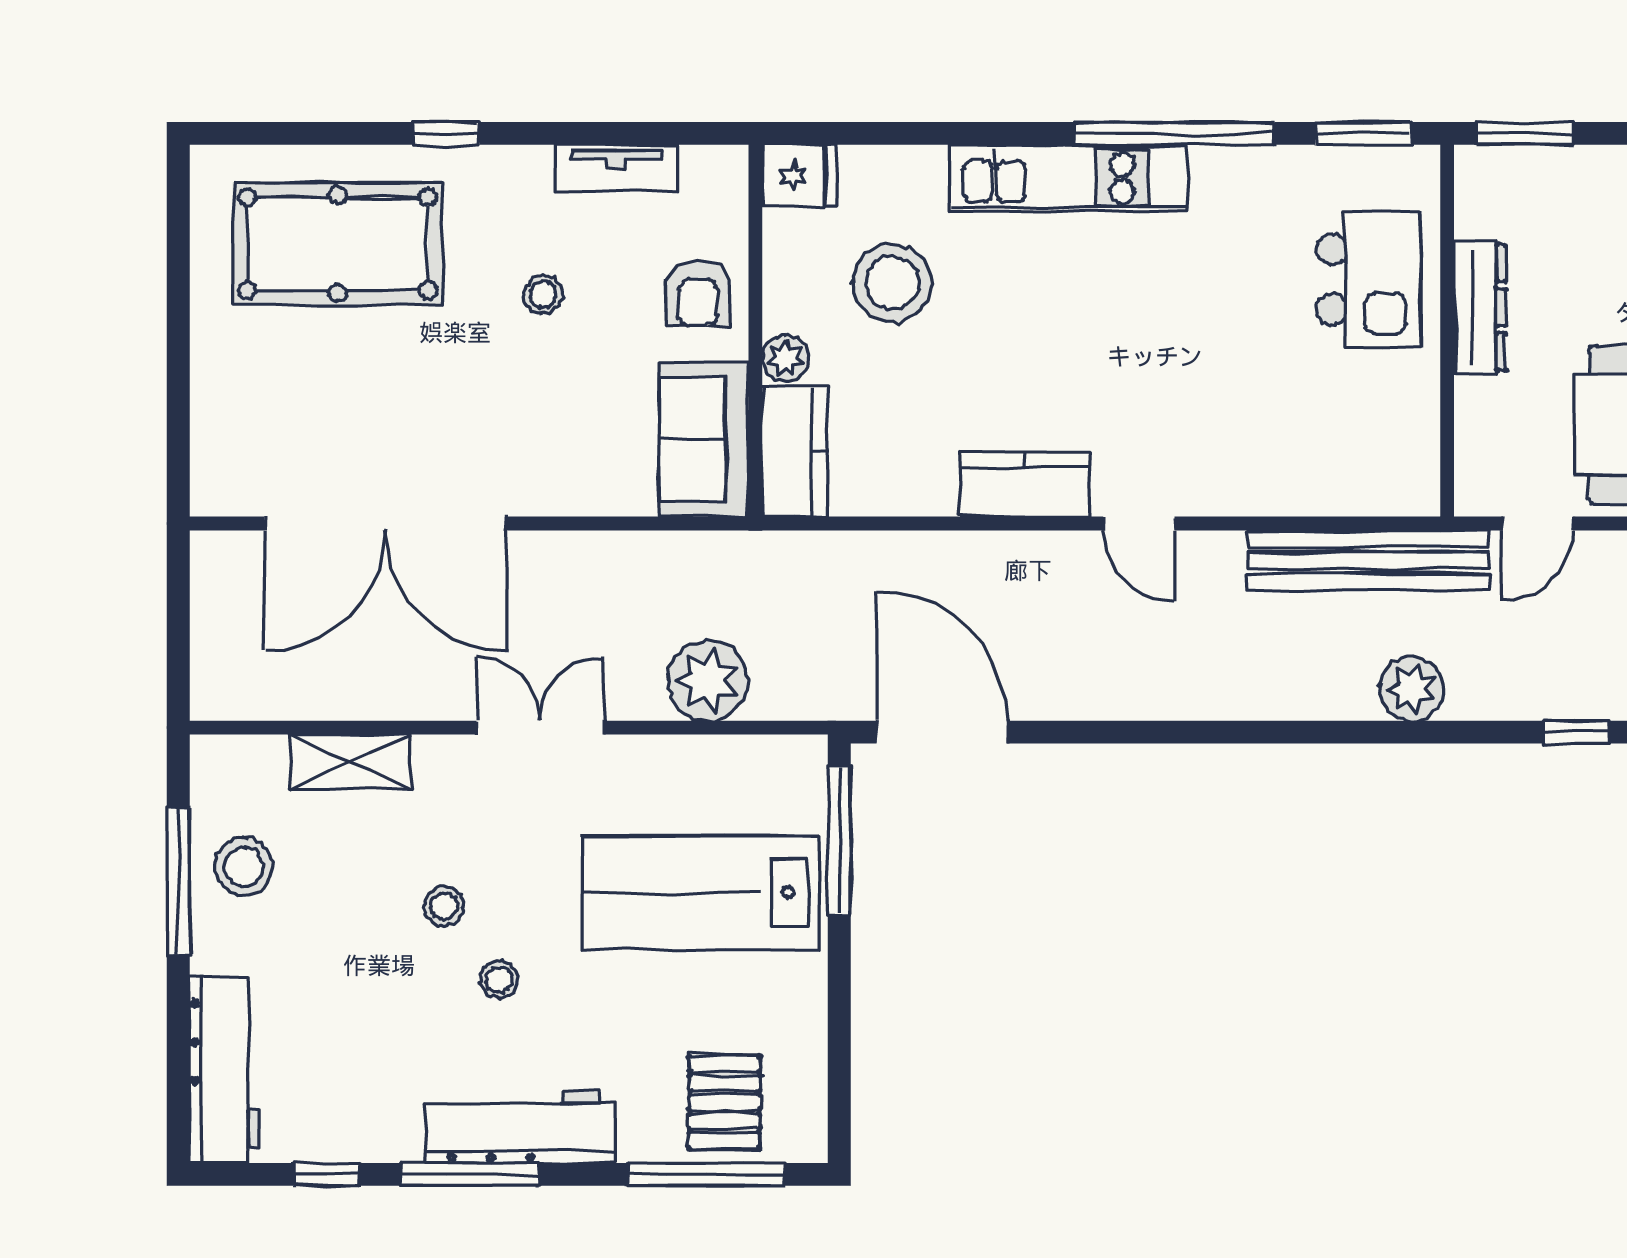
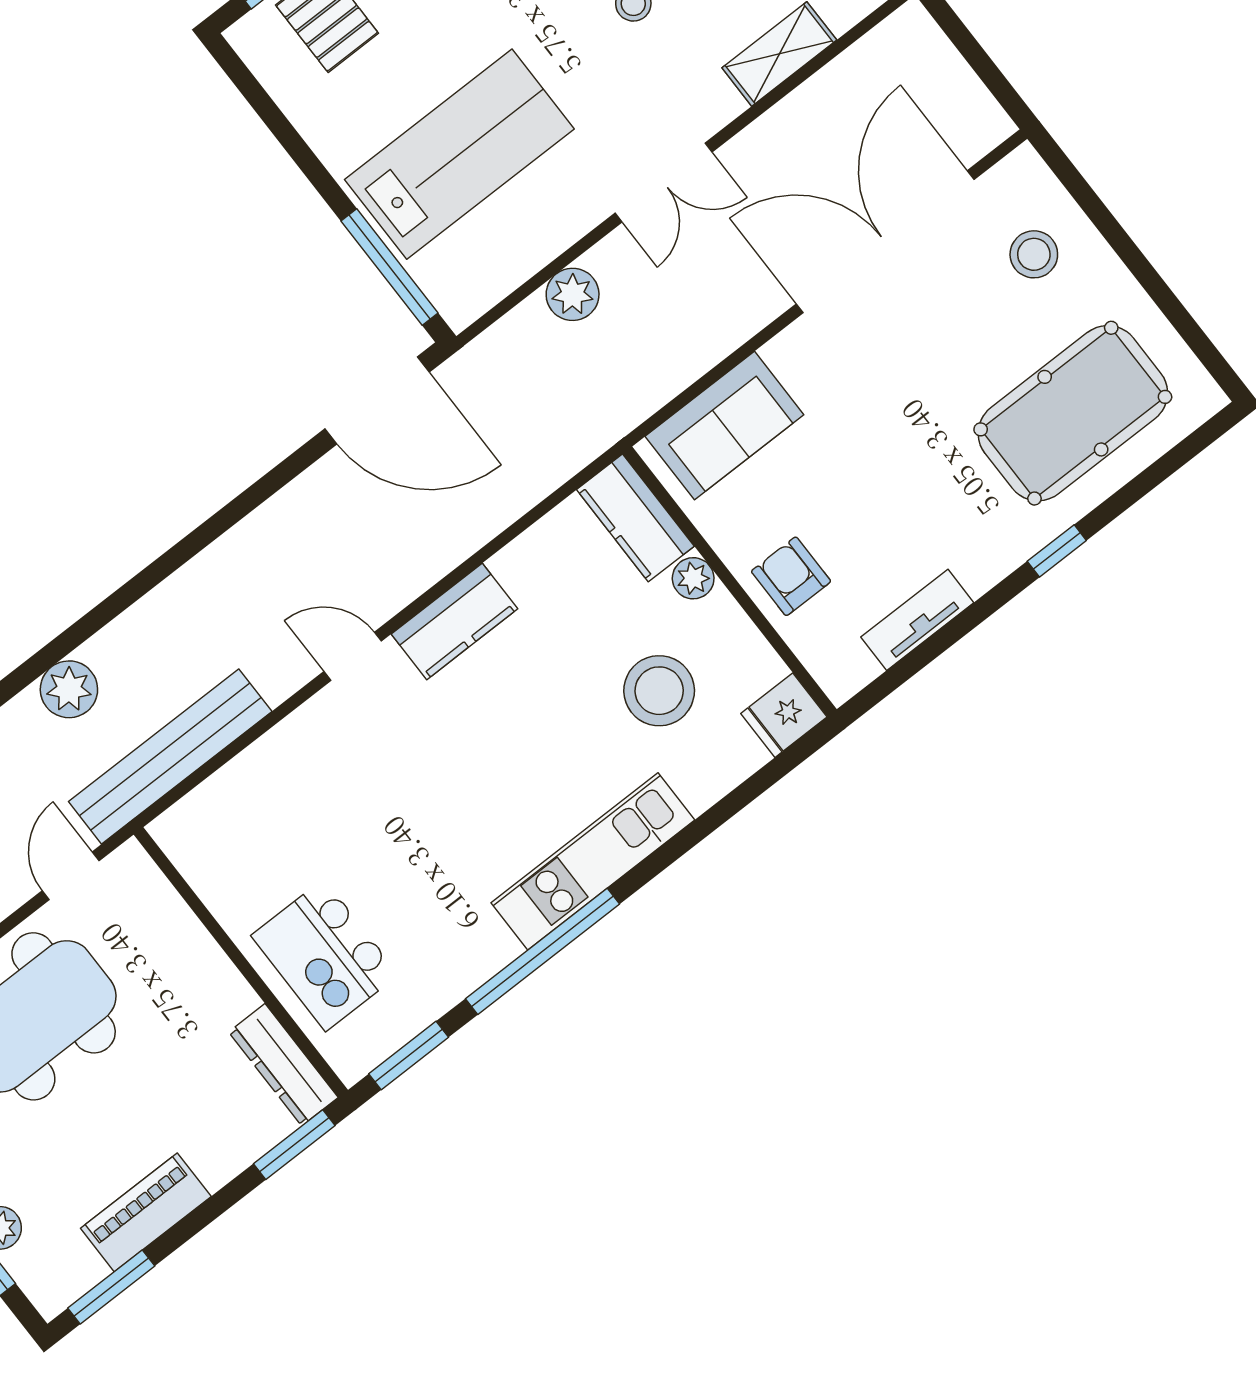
stool: (543, 295) -> (1034, 254), moved, width x1.37, depth x1.37
dresser: (1480, 307) -> (283, 1065), moved
sofa: (704, 439) -> (724, 425), moved, turned 90
plant: (708, 681) -> (573, 294), width x0.73, depth x0.73

